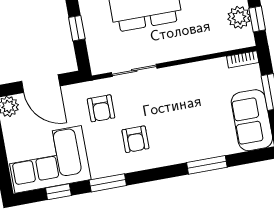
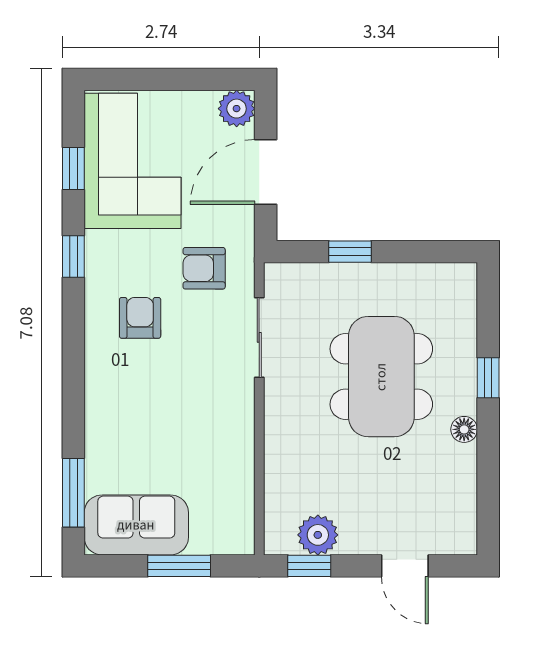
bookcase: (243, 59) -> (244, 528), removed
armchair: (135, 139) -> (140, 318), turned 90
window: (207, 165) -> (73, 493), moved
window: (108, 183) -> (73, 257), width x0.67

